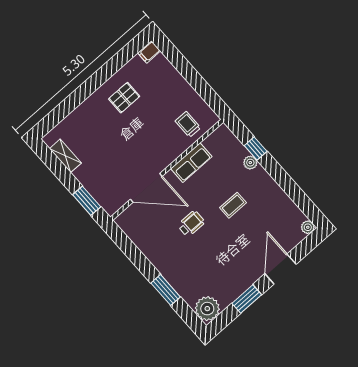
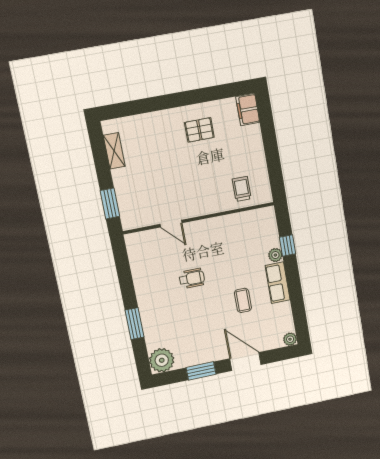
filing cabinet: (149, 52) -> (248, 109), width x2.00
row of seats: (191, 163) -> (278, 283), moved, turned 90
door: (146, 188) -> (171, 224), width x0.53
coffee table: (233, 205) -> (243, 300), moved, turned 90
door: (281, 269) -> (245, 362), hinge flipped

